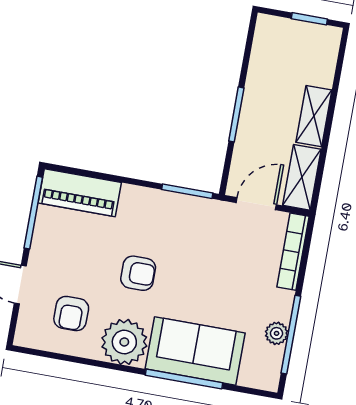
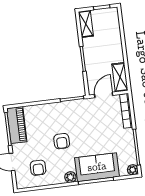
shelving: (314, 116) -> (86, 24), moved
piano: (80, 193) -> (17, 125), moved, turned -90
armchair: (138, 273) -> (62, 141), turned 90
plant: (277, 333) -> (133, 170), moved
plant: (124, 342) -> (70, 177), width x0.53, depth x0.53

